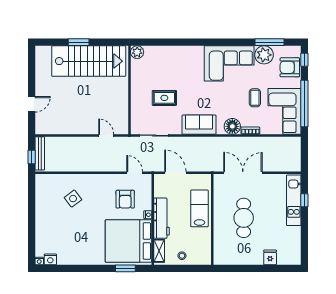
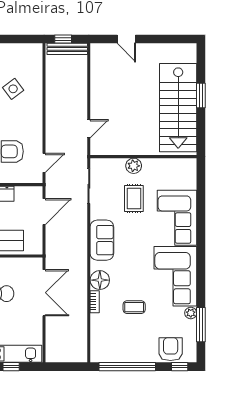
plant: (137, 52) -> (134, 166), moved
plant: (264, 55) -> (191, 313), width x0.53, depth x0.53
corner sofa: (285, 111) -> (177, 218), moved, turned -90

